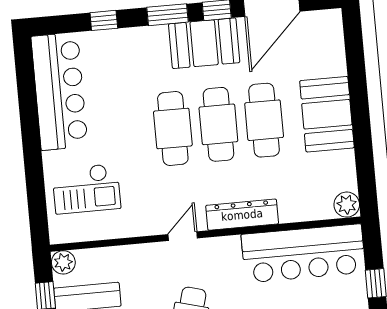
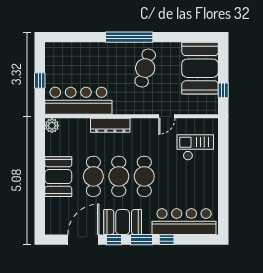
window: (104, 20) -> (167, 240), moved
bar counter: (59, 91) -> (184, 222), moved, turned 90
door: (183, 236) -> (167, 116), moved
plant: (63, 262) -> (212, 108), removed

